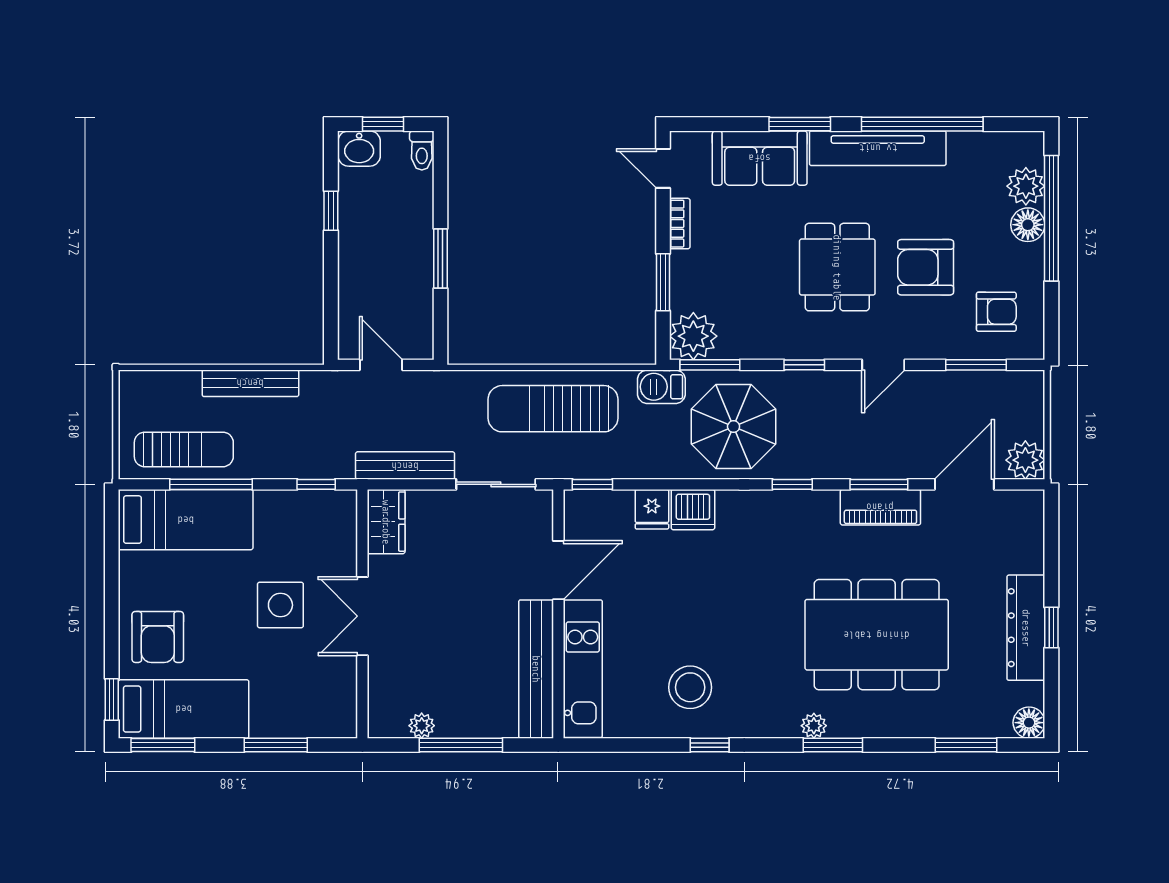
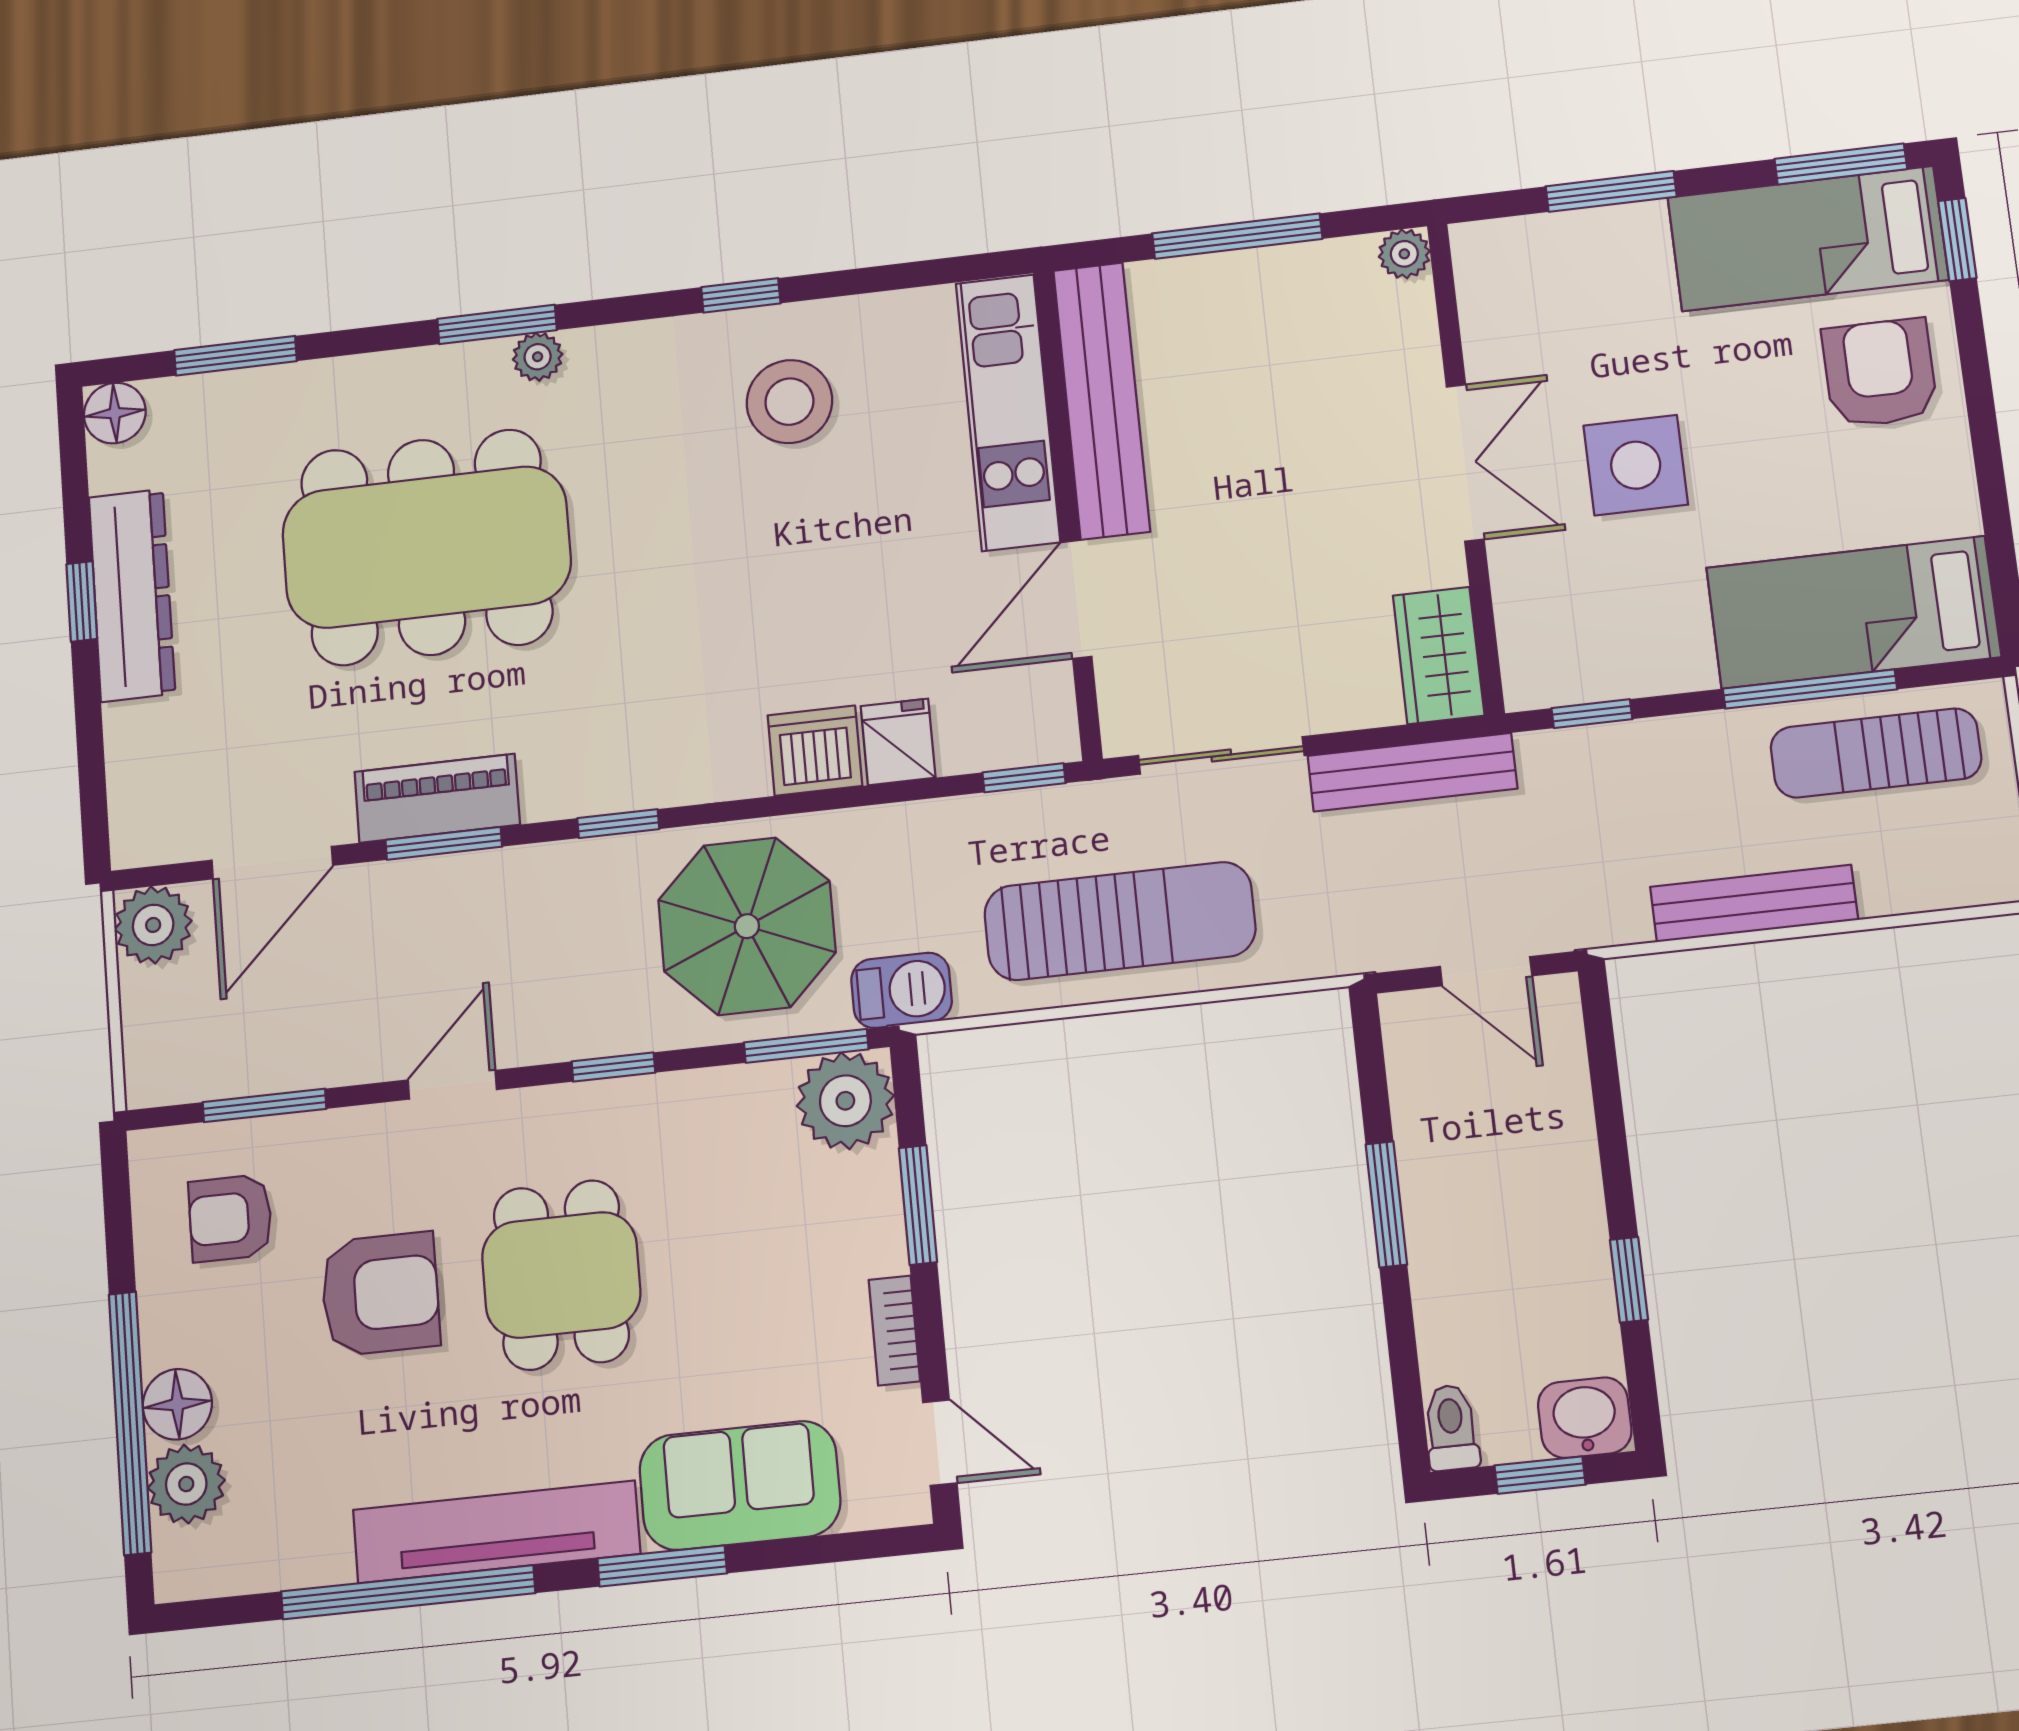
plant: (422, 726) -> (1404, 254), moved

